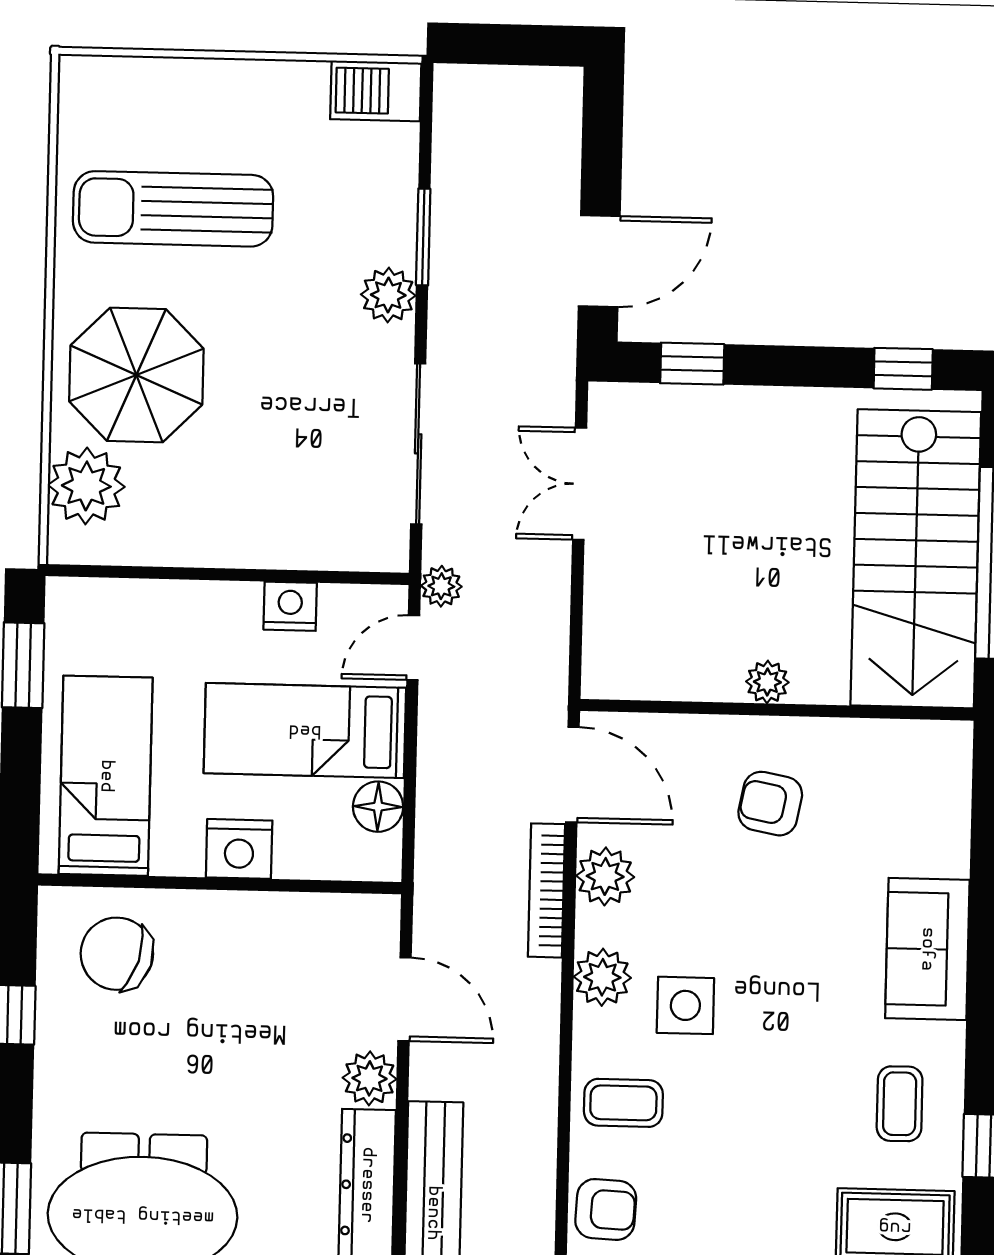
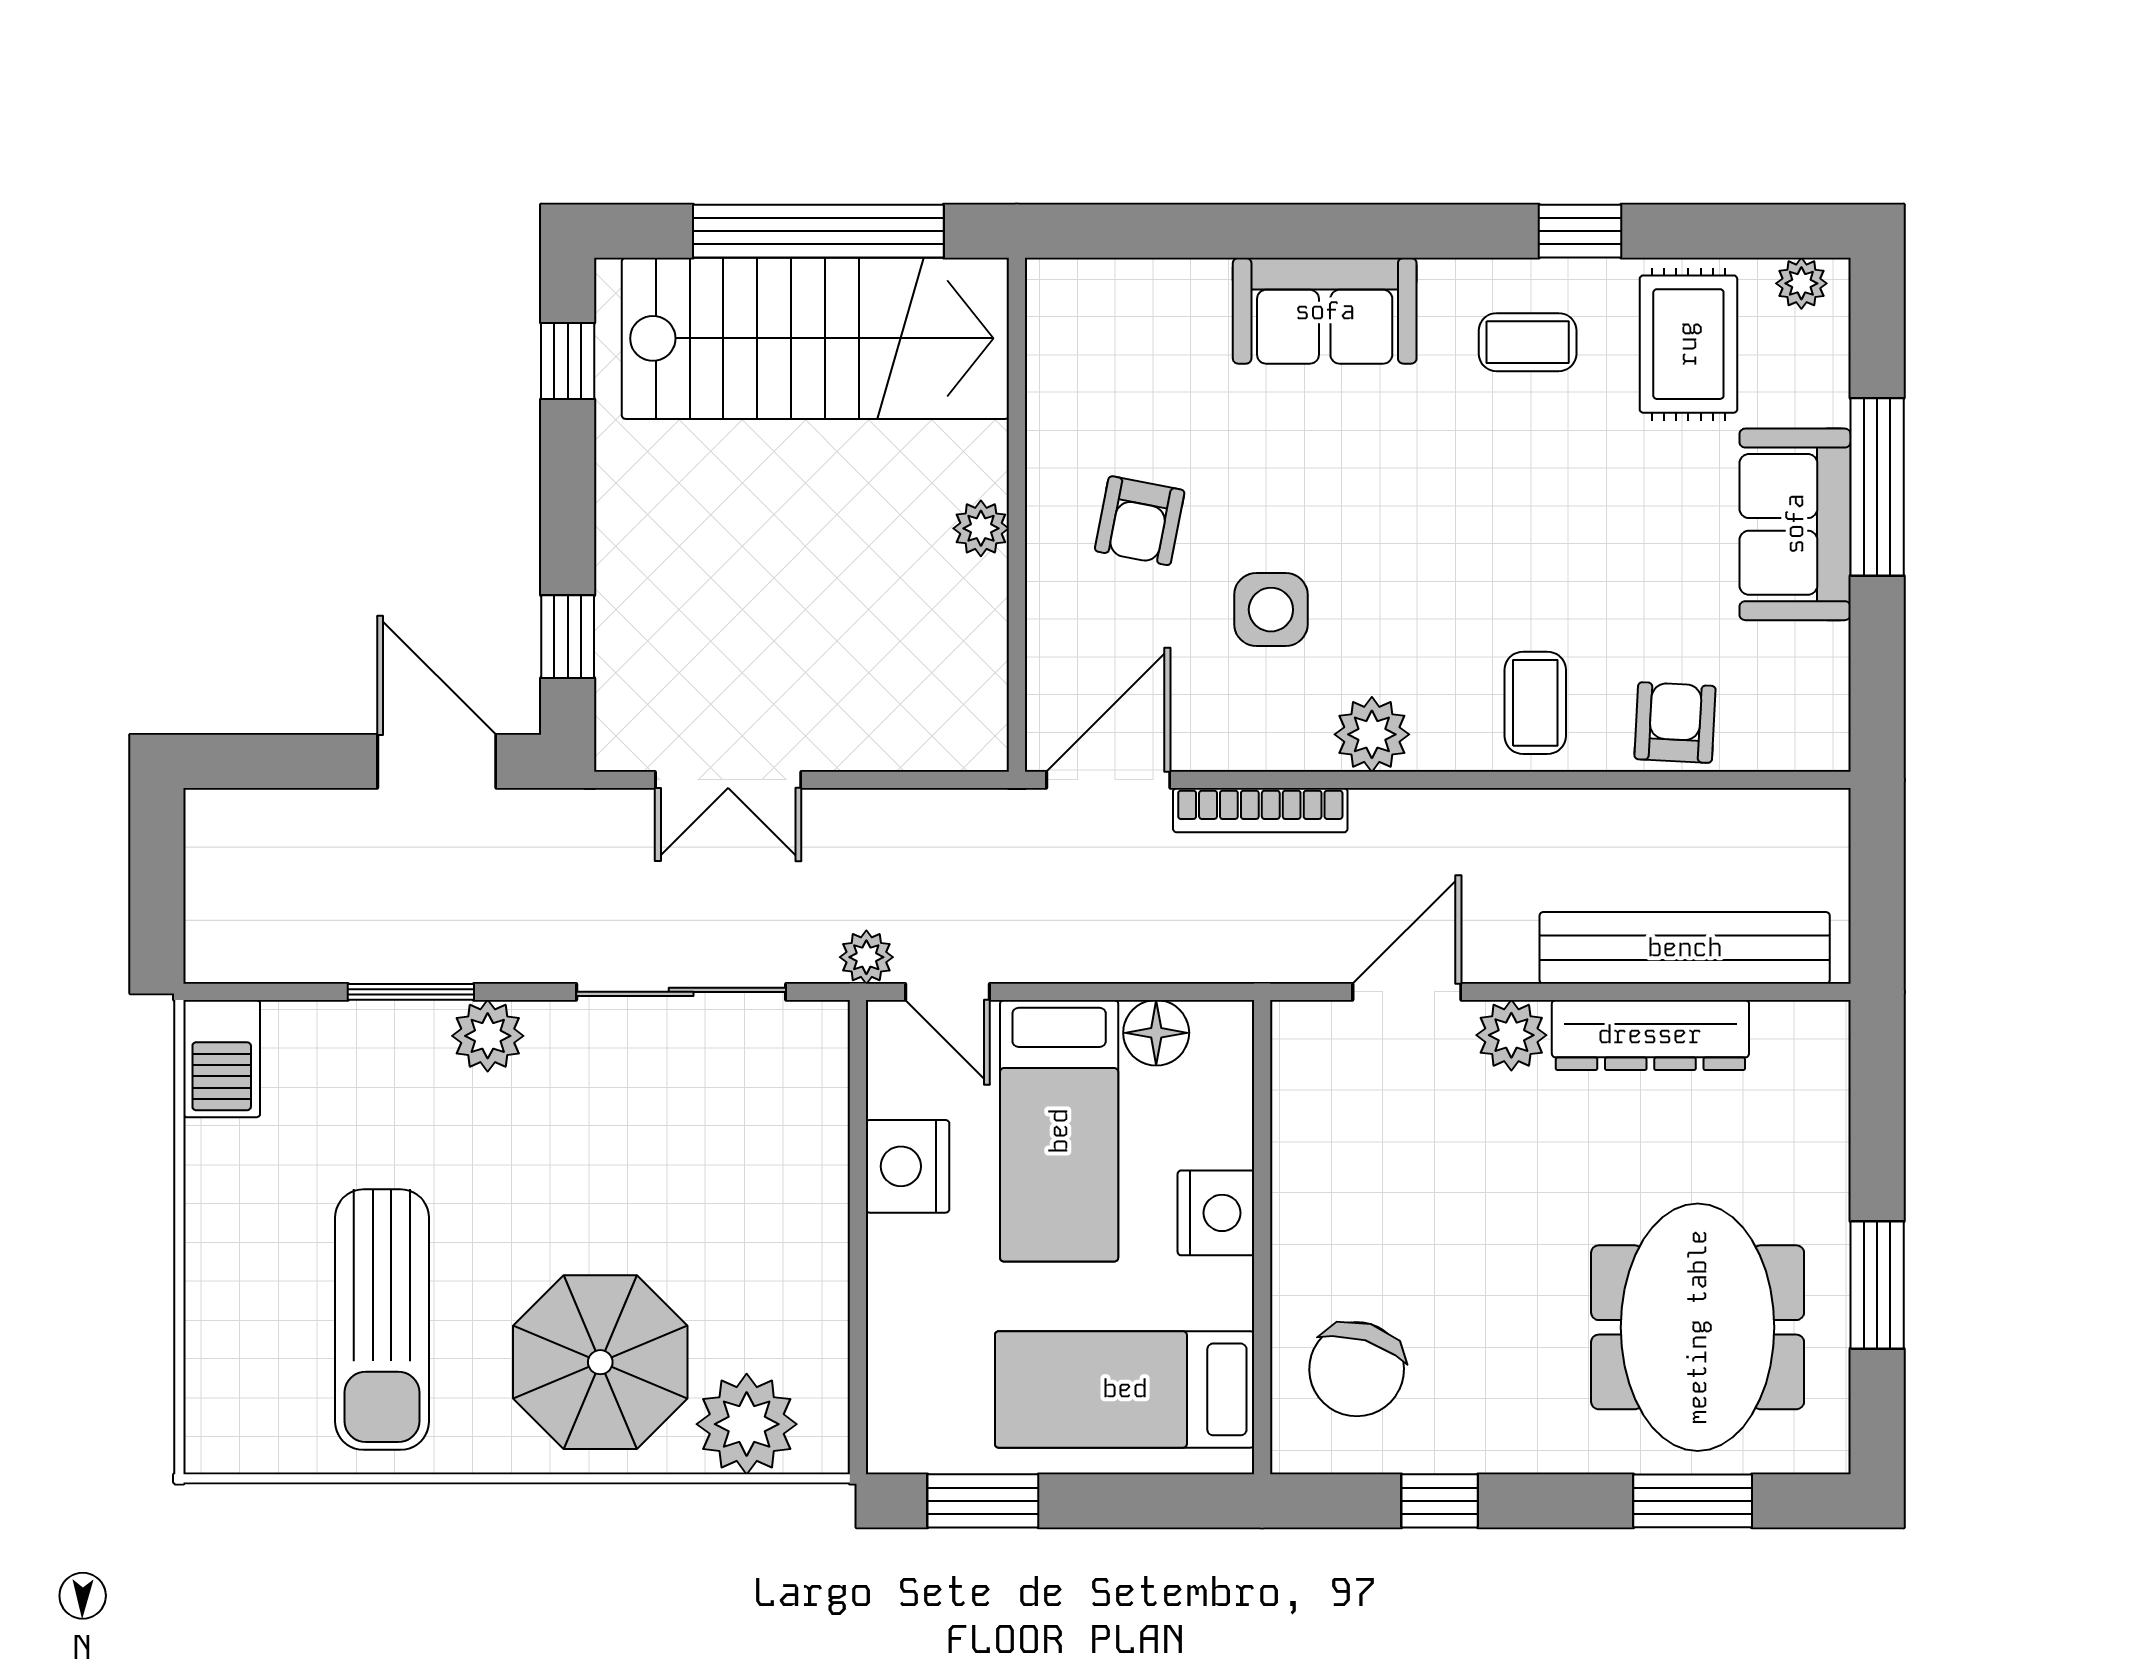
nightstand: (290, 606) -> (908, 1166), width x1.36, depth x1.33
plant: (605, 876) -> (1240, 734), removed
side table: (685, 1005) -> (1271, 610), moved

